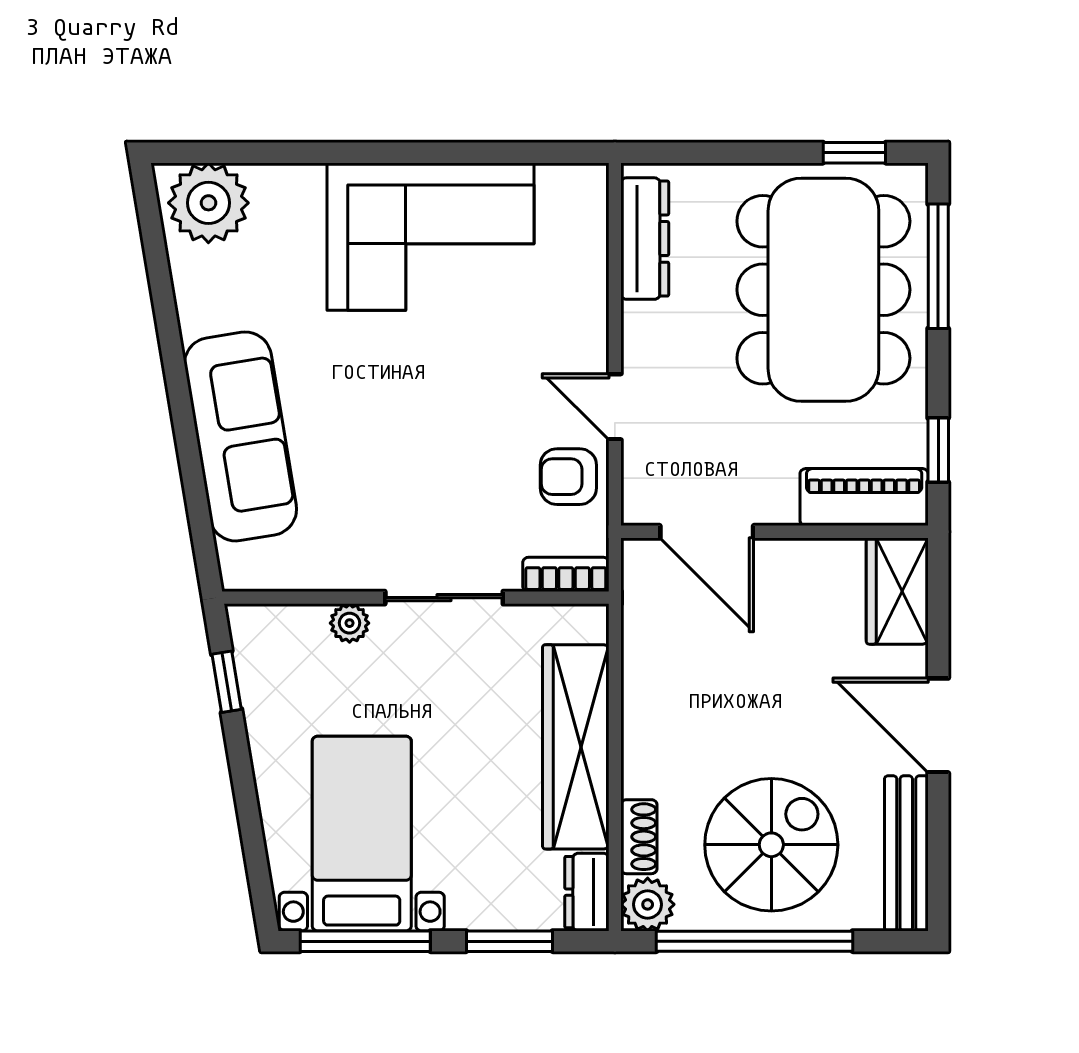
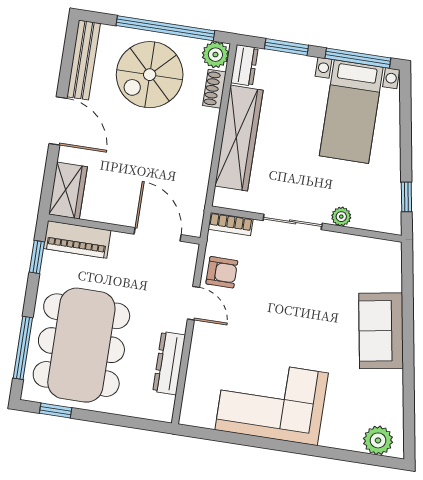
plant: (208, 203) -> (378, 440), width x0.73, depth x0.73
dresser: (645, 239) -> (169, 363), moved
sofa: (240, 436) -> (381, 331), width x0.73

